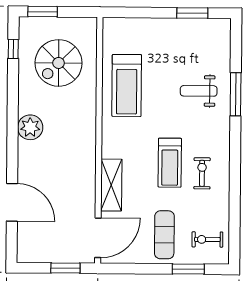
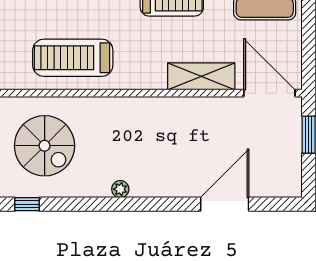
treadmill: (127, 85) -> (73, 58), turned 180
plant: (30, 127) -> (120, 189), width x0.53, depth x0.53

